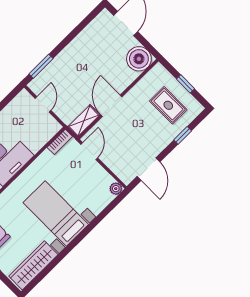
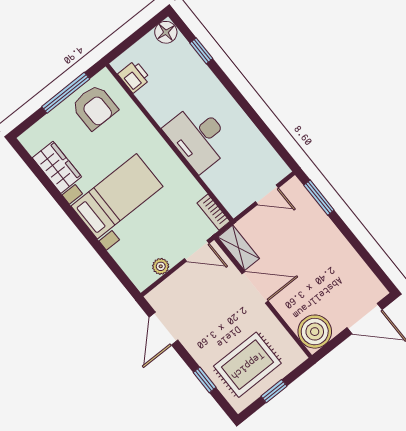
rug: (168, 105) -> (247, 365), width x1.36, depth x1.43
door: (149, 169) -> (164, 329), hinge flipped
plant: (116, 189) -> (161, 266), moved
wardrobe: (33, 265) -> (57, 167), width x0.67

